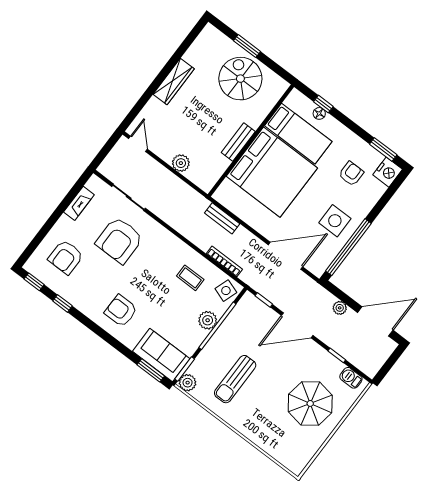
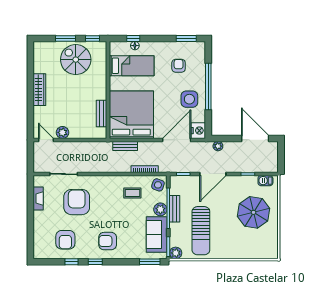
window: (278, 69) -> (93, 38), added
bench: (238, 142) -> (102, 113), moved
plant: (181, 163) -> (62, 132), moved
bed: (272, 172) -> (131, 115), moved, turned -90
nightstand: (388, 172) -> (198, 131), moved
armchair: (119, 240) -> (77, 202), turned 180
window: (348, 247) -> (208, 87), moved
armchair: (66, 257) -> (65, 240), moved
window: (34, 282) -> (95, 262), moved
plant: (340, 308) -> (218, 146), moved
door: (375, 321) -> (255, 138), hinge flipped
bench: (224, 332) -> (175, 209), added
sofa: (161, 355) -> (157, 235), moved, turned -90
sun lounger: (235, 379) -> (201, 231), width x1.36, depth x1.34

